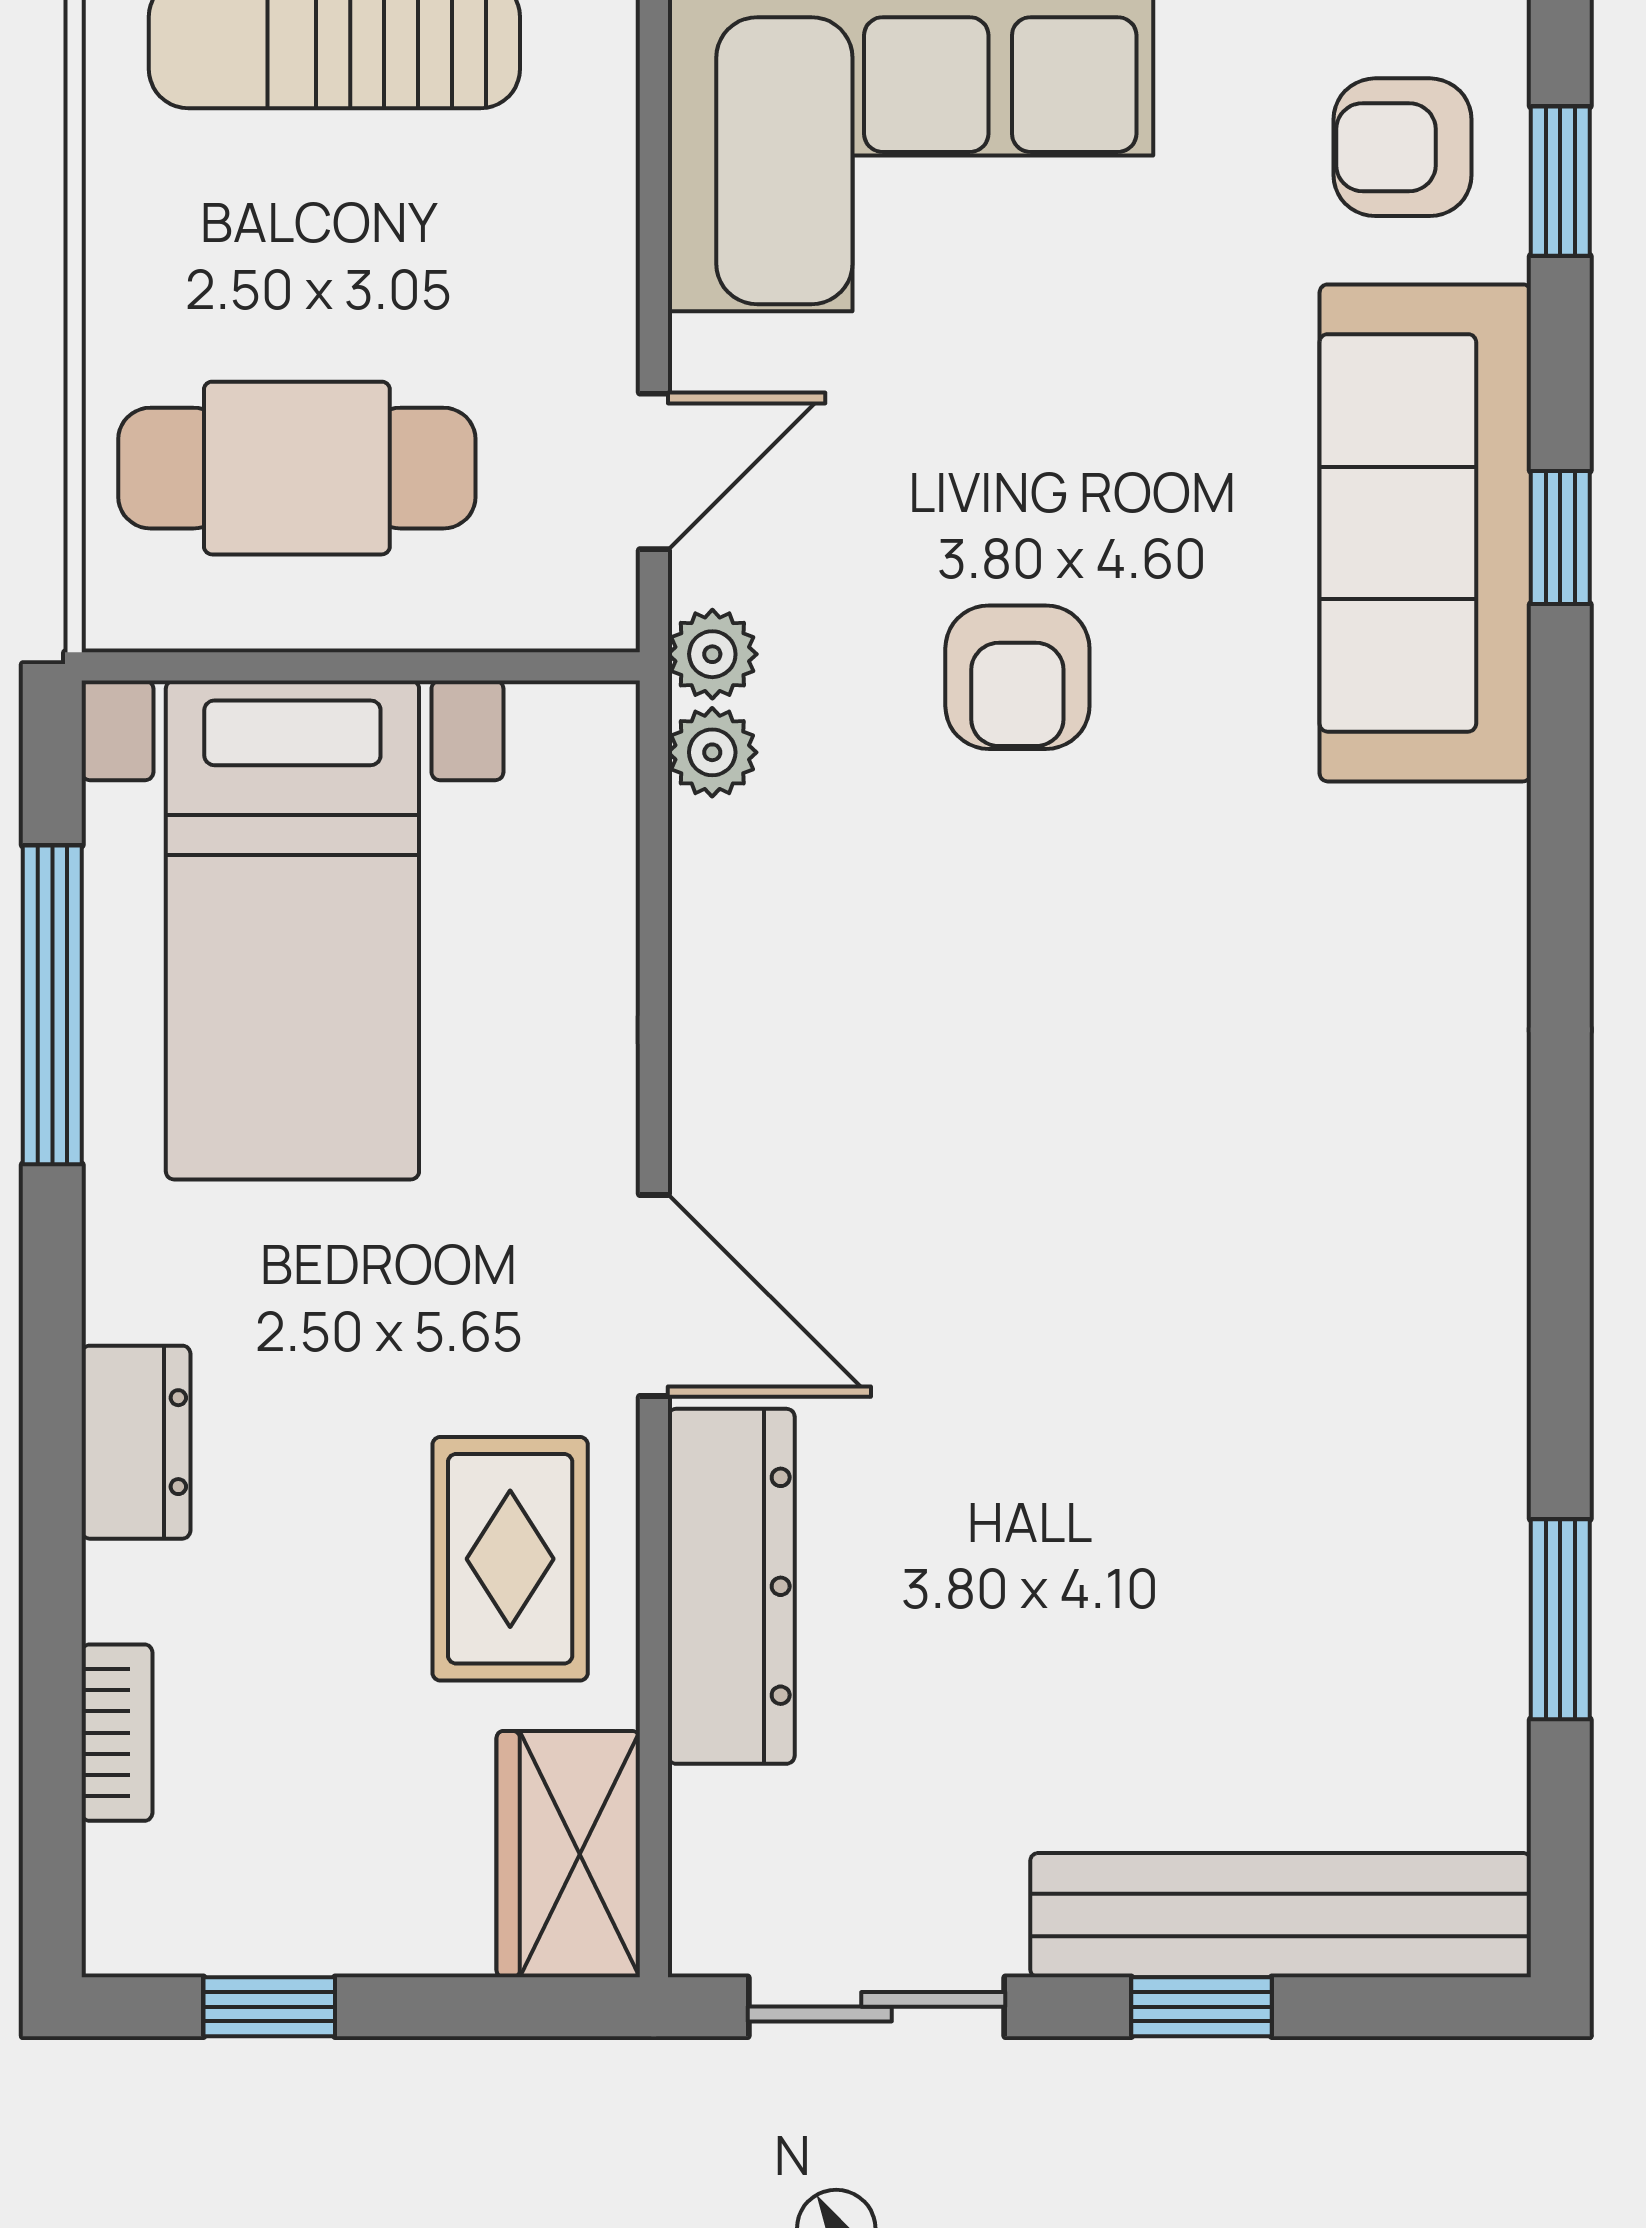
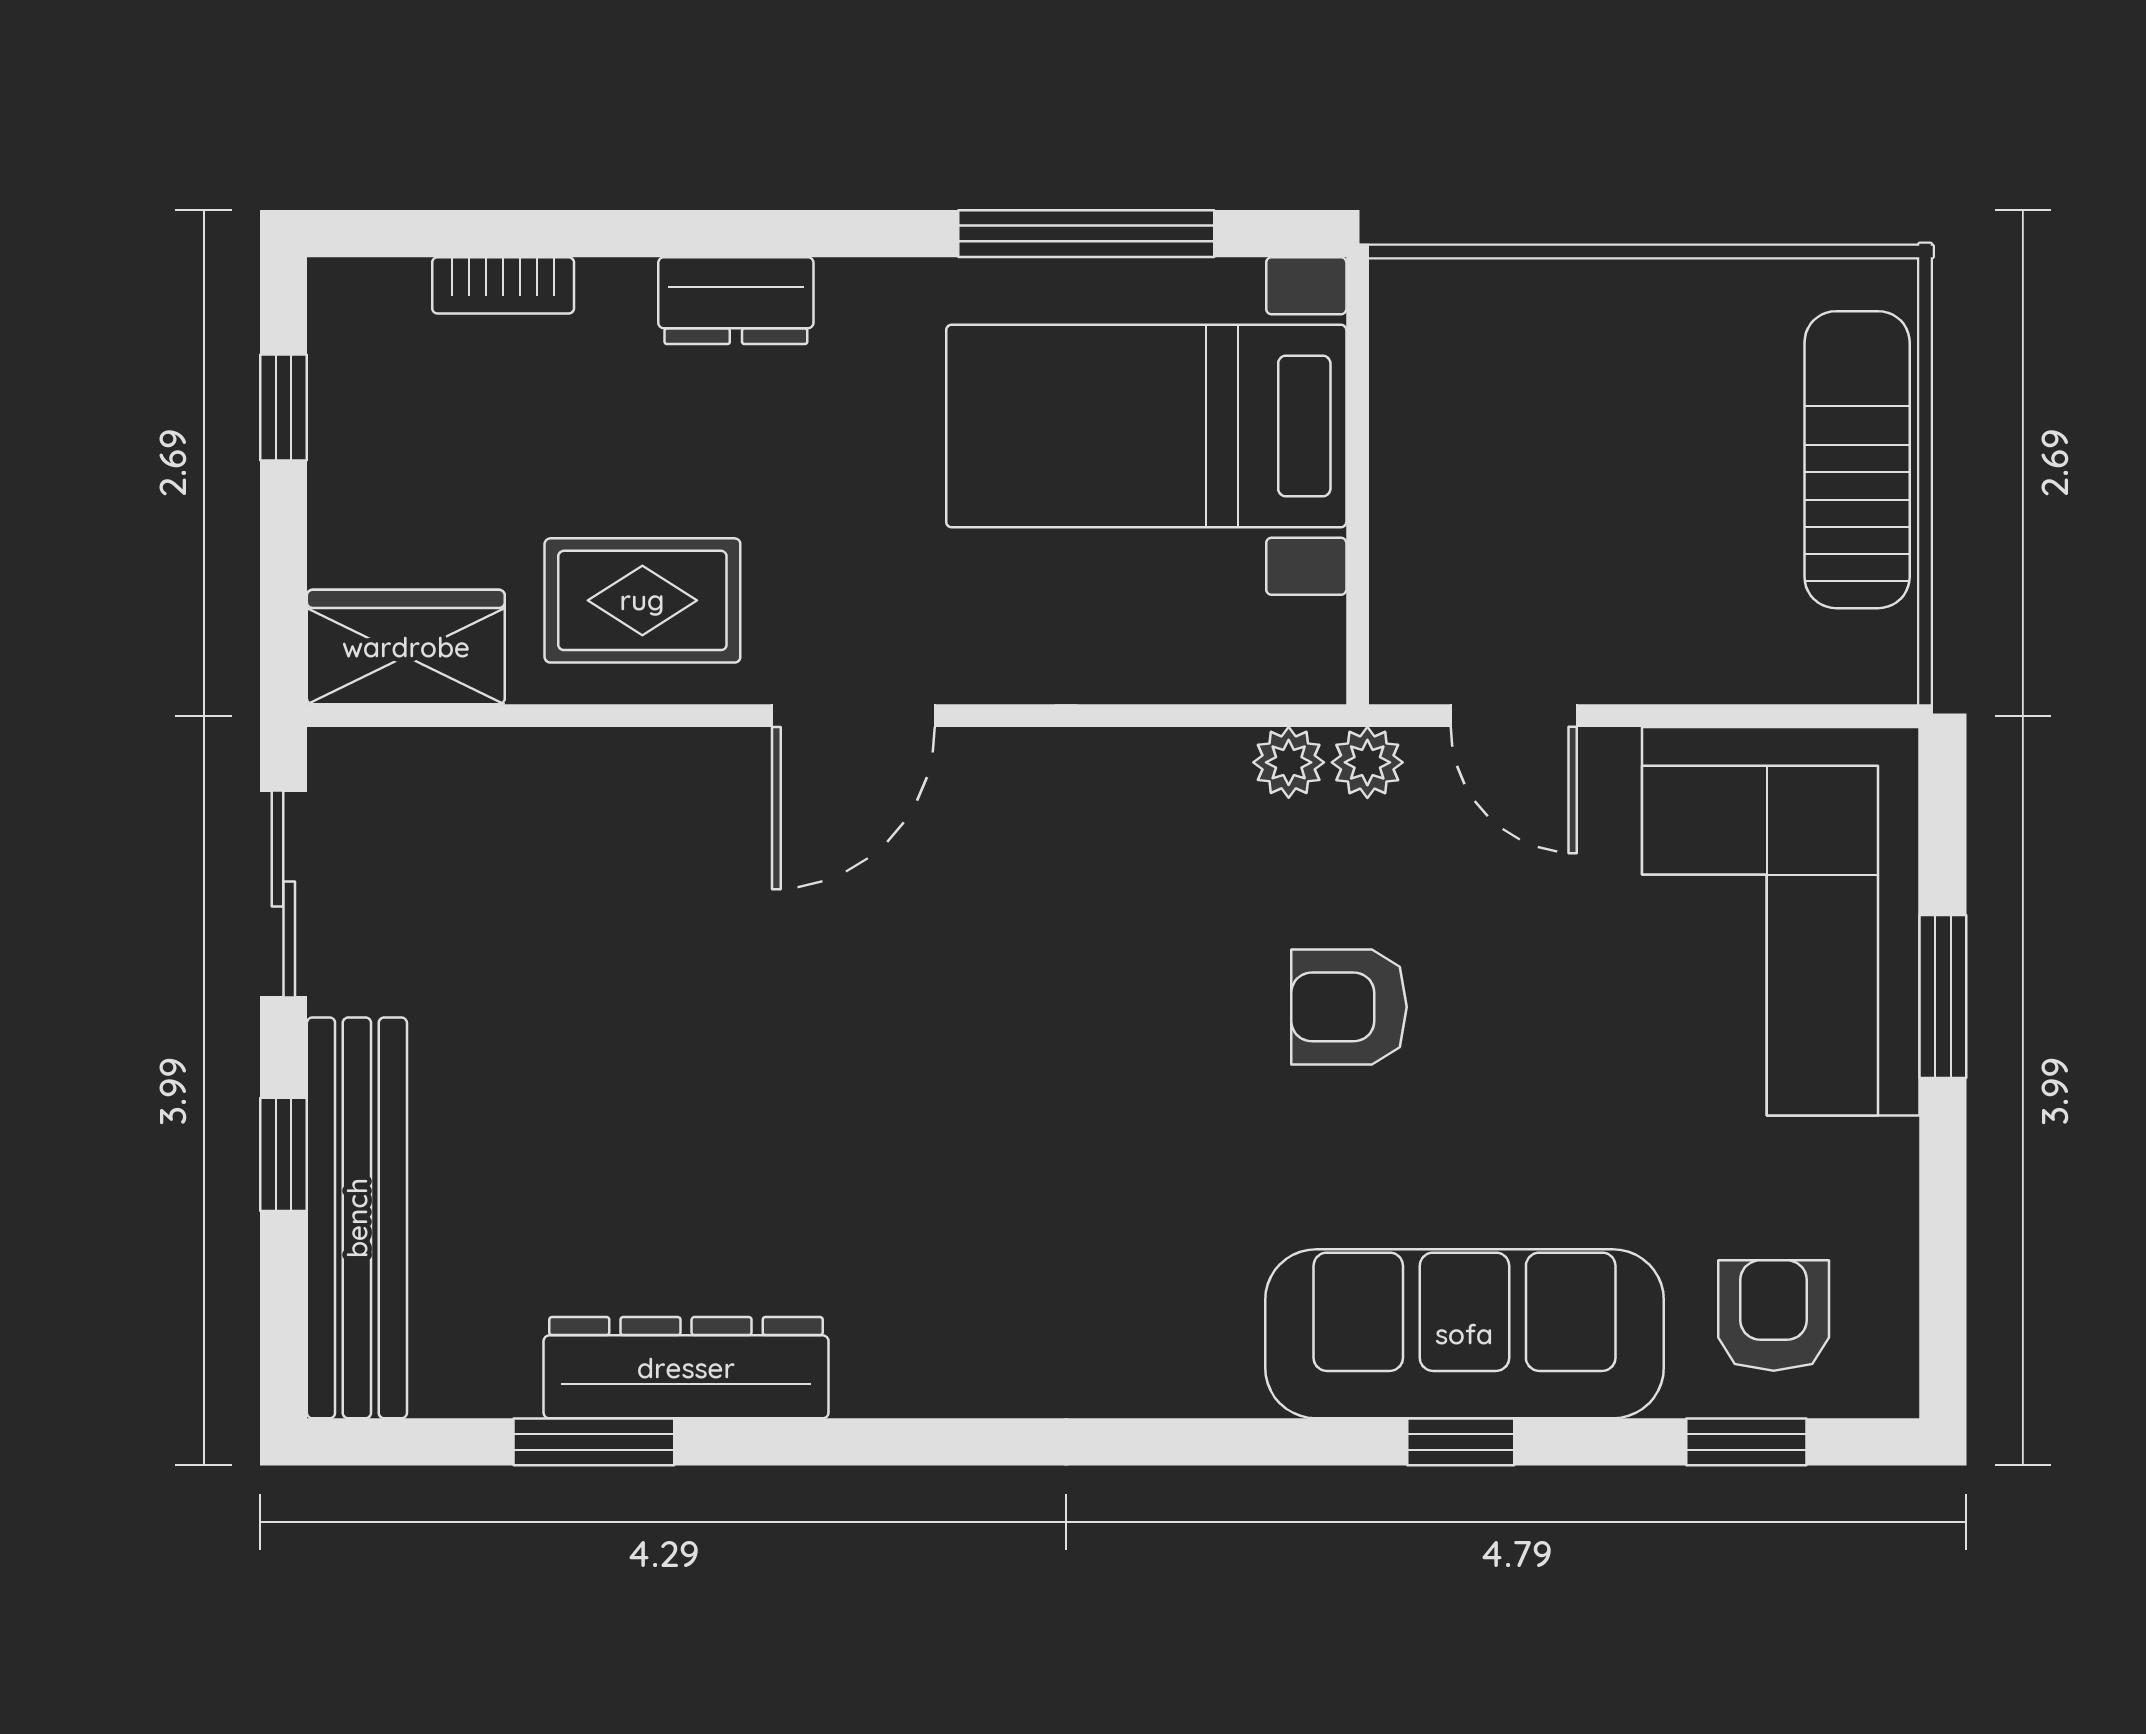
cafe table: (297, 468) -> (1516, 430), removed
dresser: (731, 1586) -> (686, 1368), moved, turned 180

